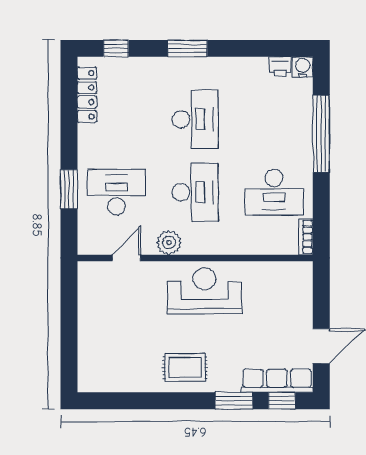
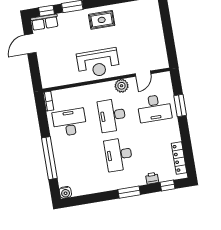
printer: (280, 66) -> (152, 178), moved
row of seats: (277, 381) -> (45, 22), width x0.68

